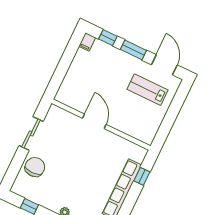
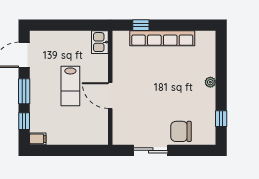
lab bench: (147, 90) -> (70, 86), moved
door: (94, 121) -> (110, 96), hinge flipped
kitchen sink: (144, 135) -> (100, 42), added

